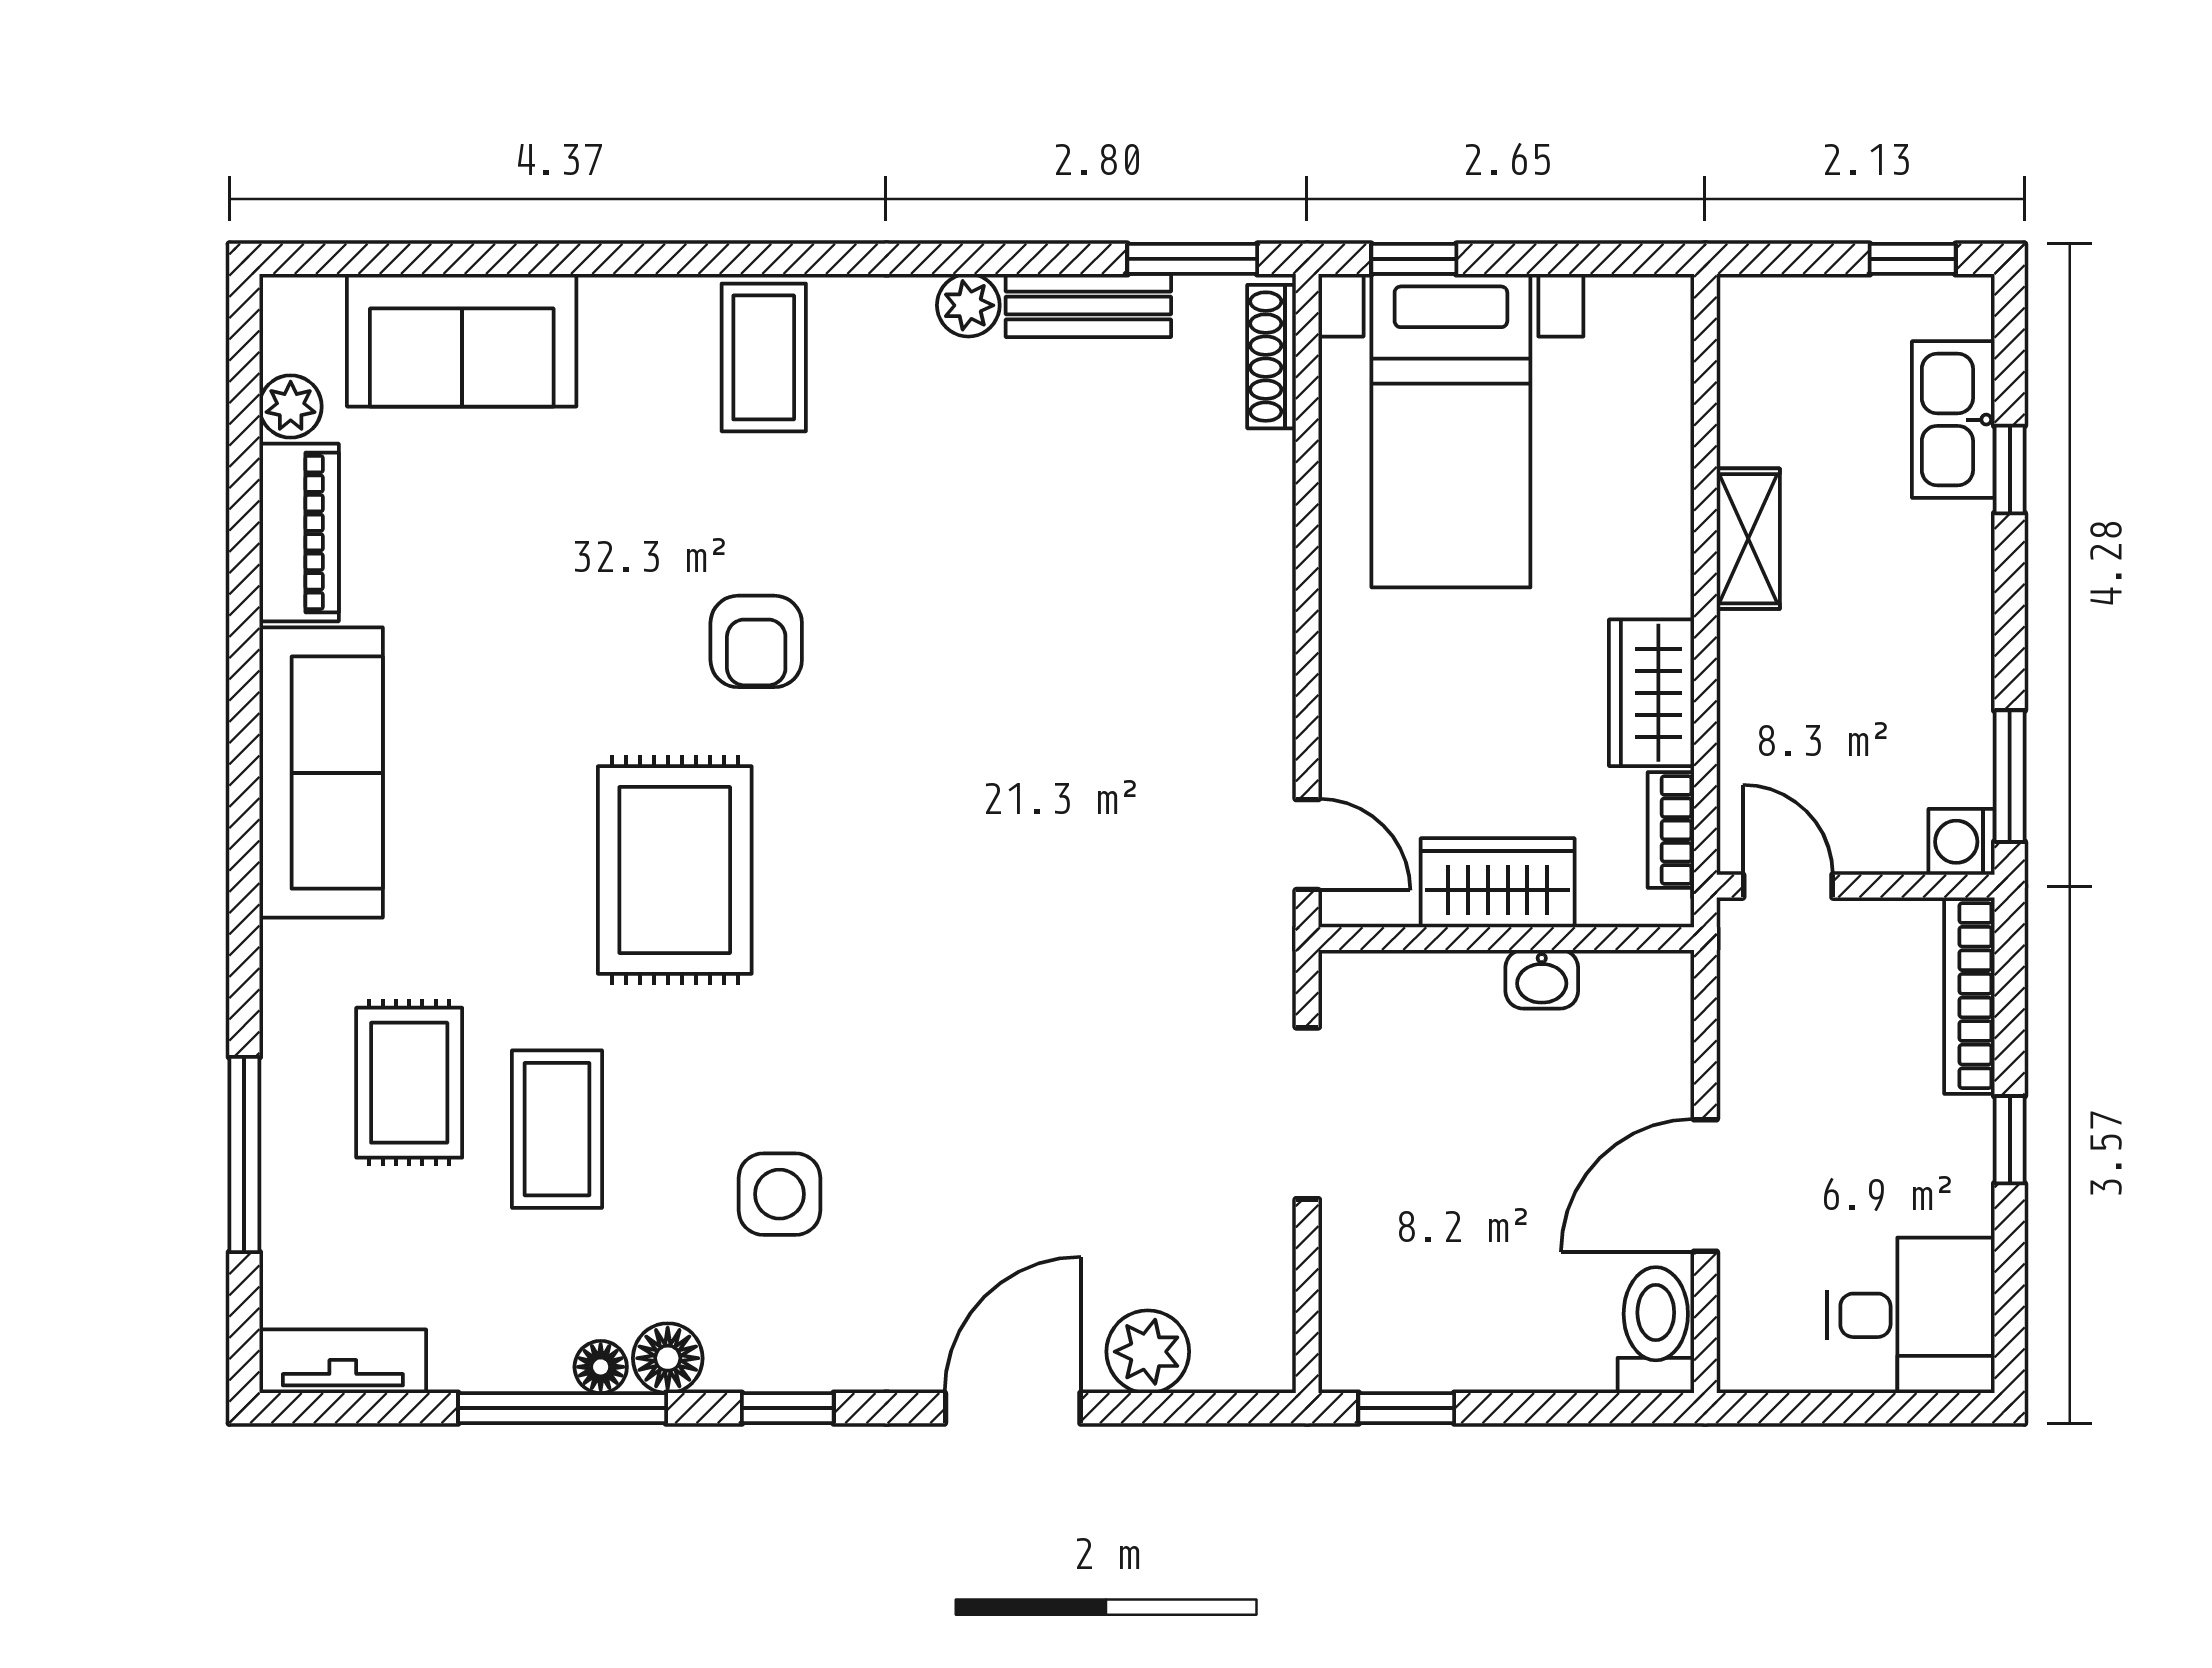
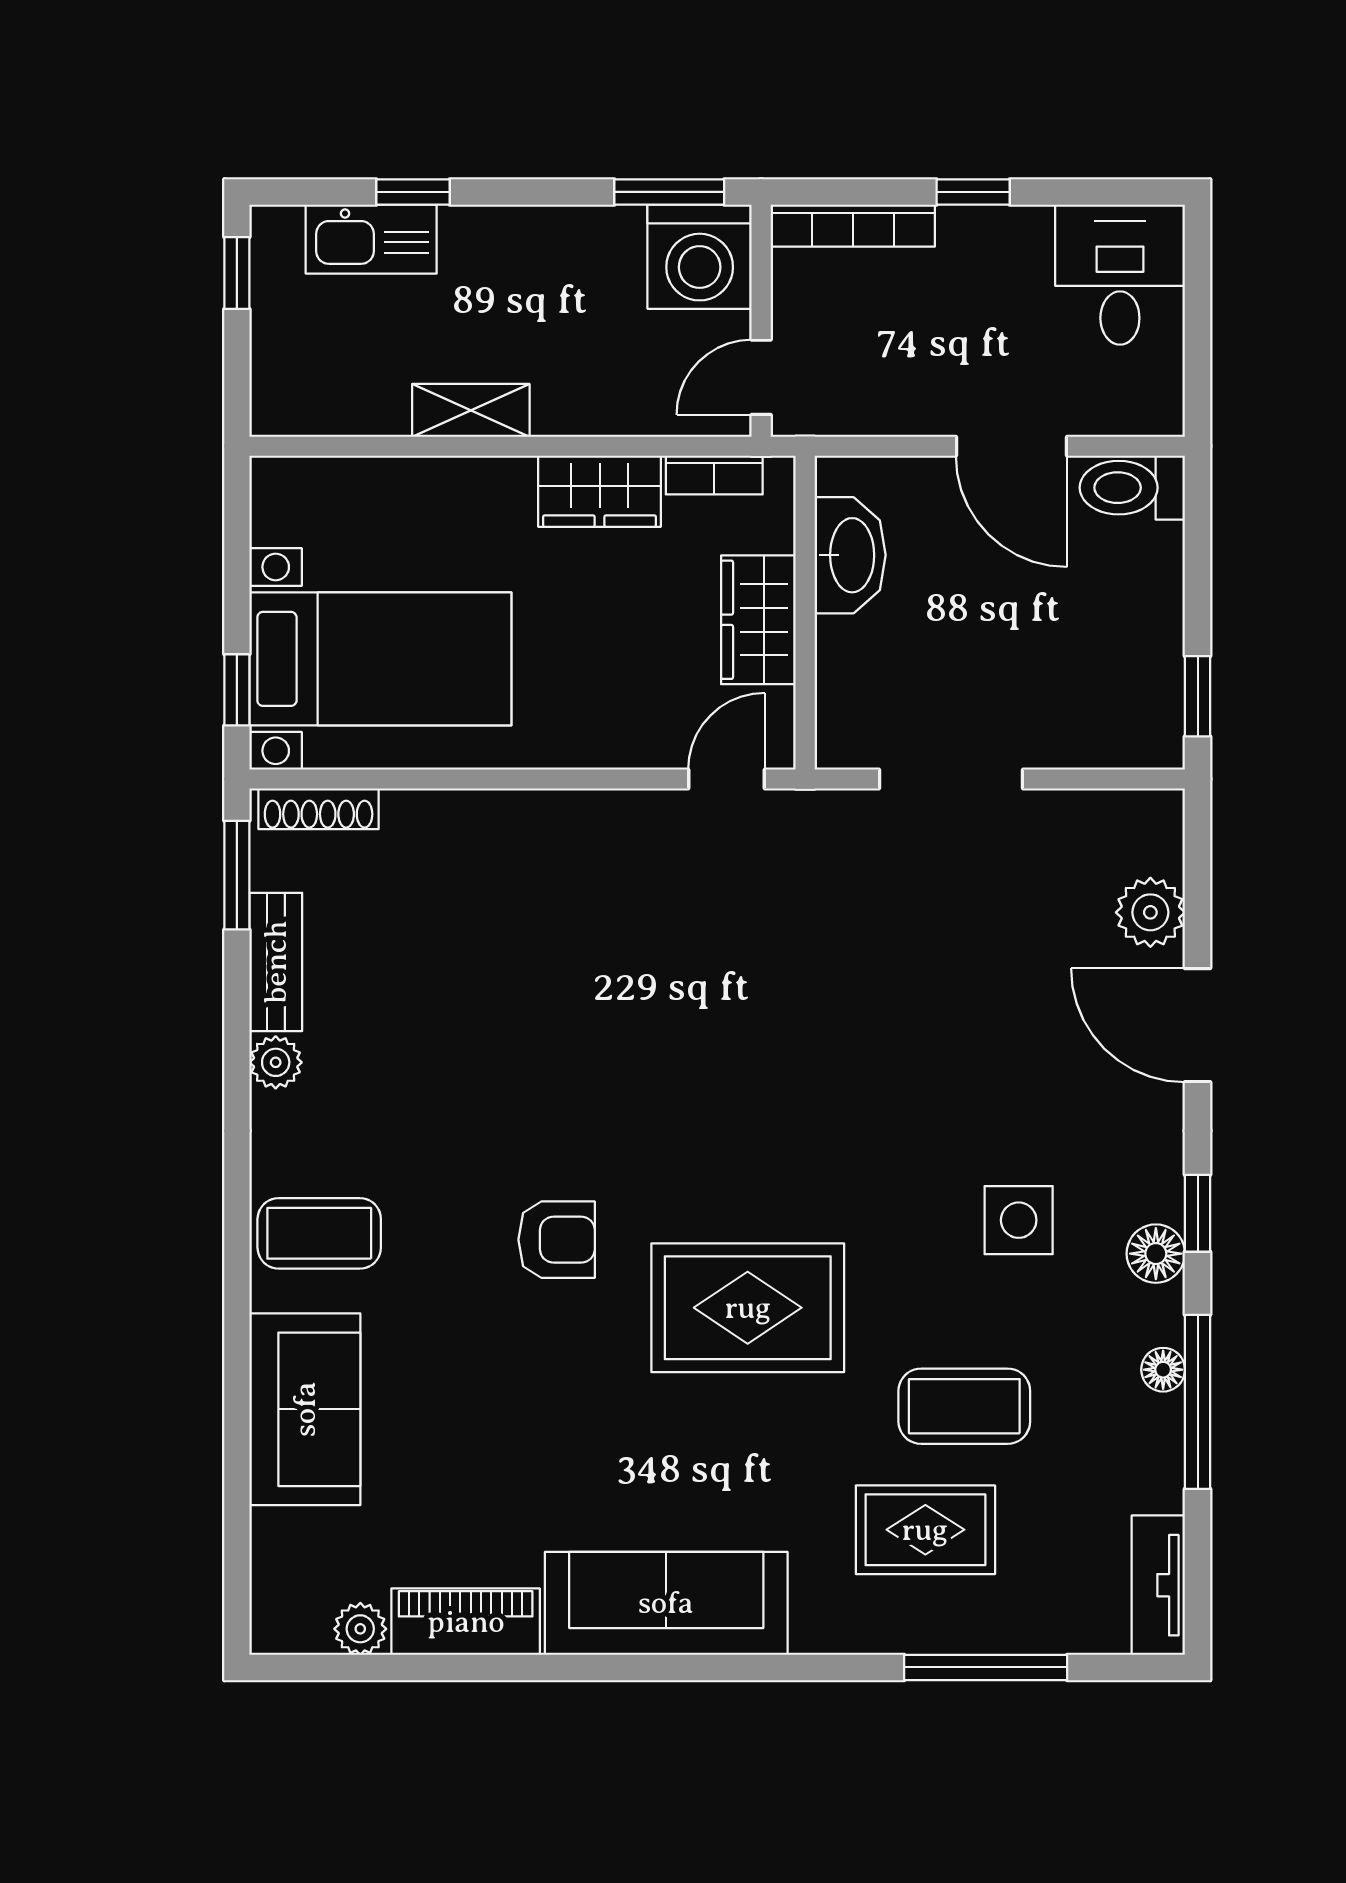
sofa: (462, 340) -> (305, 1409), moved
washing machine: (1961, 842) -> (700, 257), width x1.89, depth x1.89
washbasin: (1542, 979) -> (850, 555), width x1.91, depth x1.45
floor lamp: (668, 1358) -> (1156, 1254), moved

